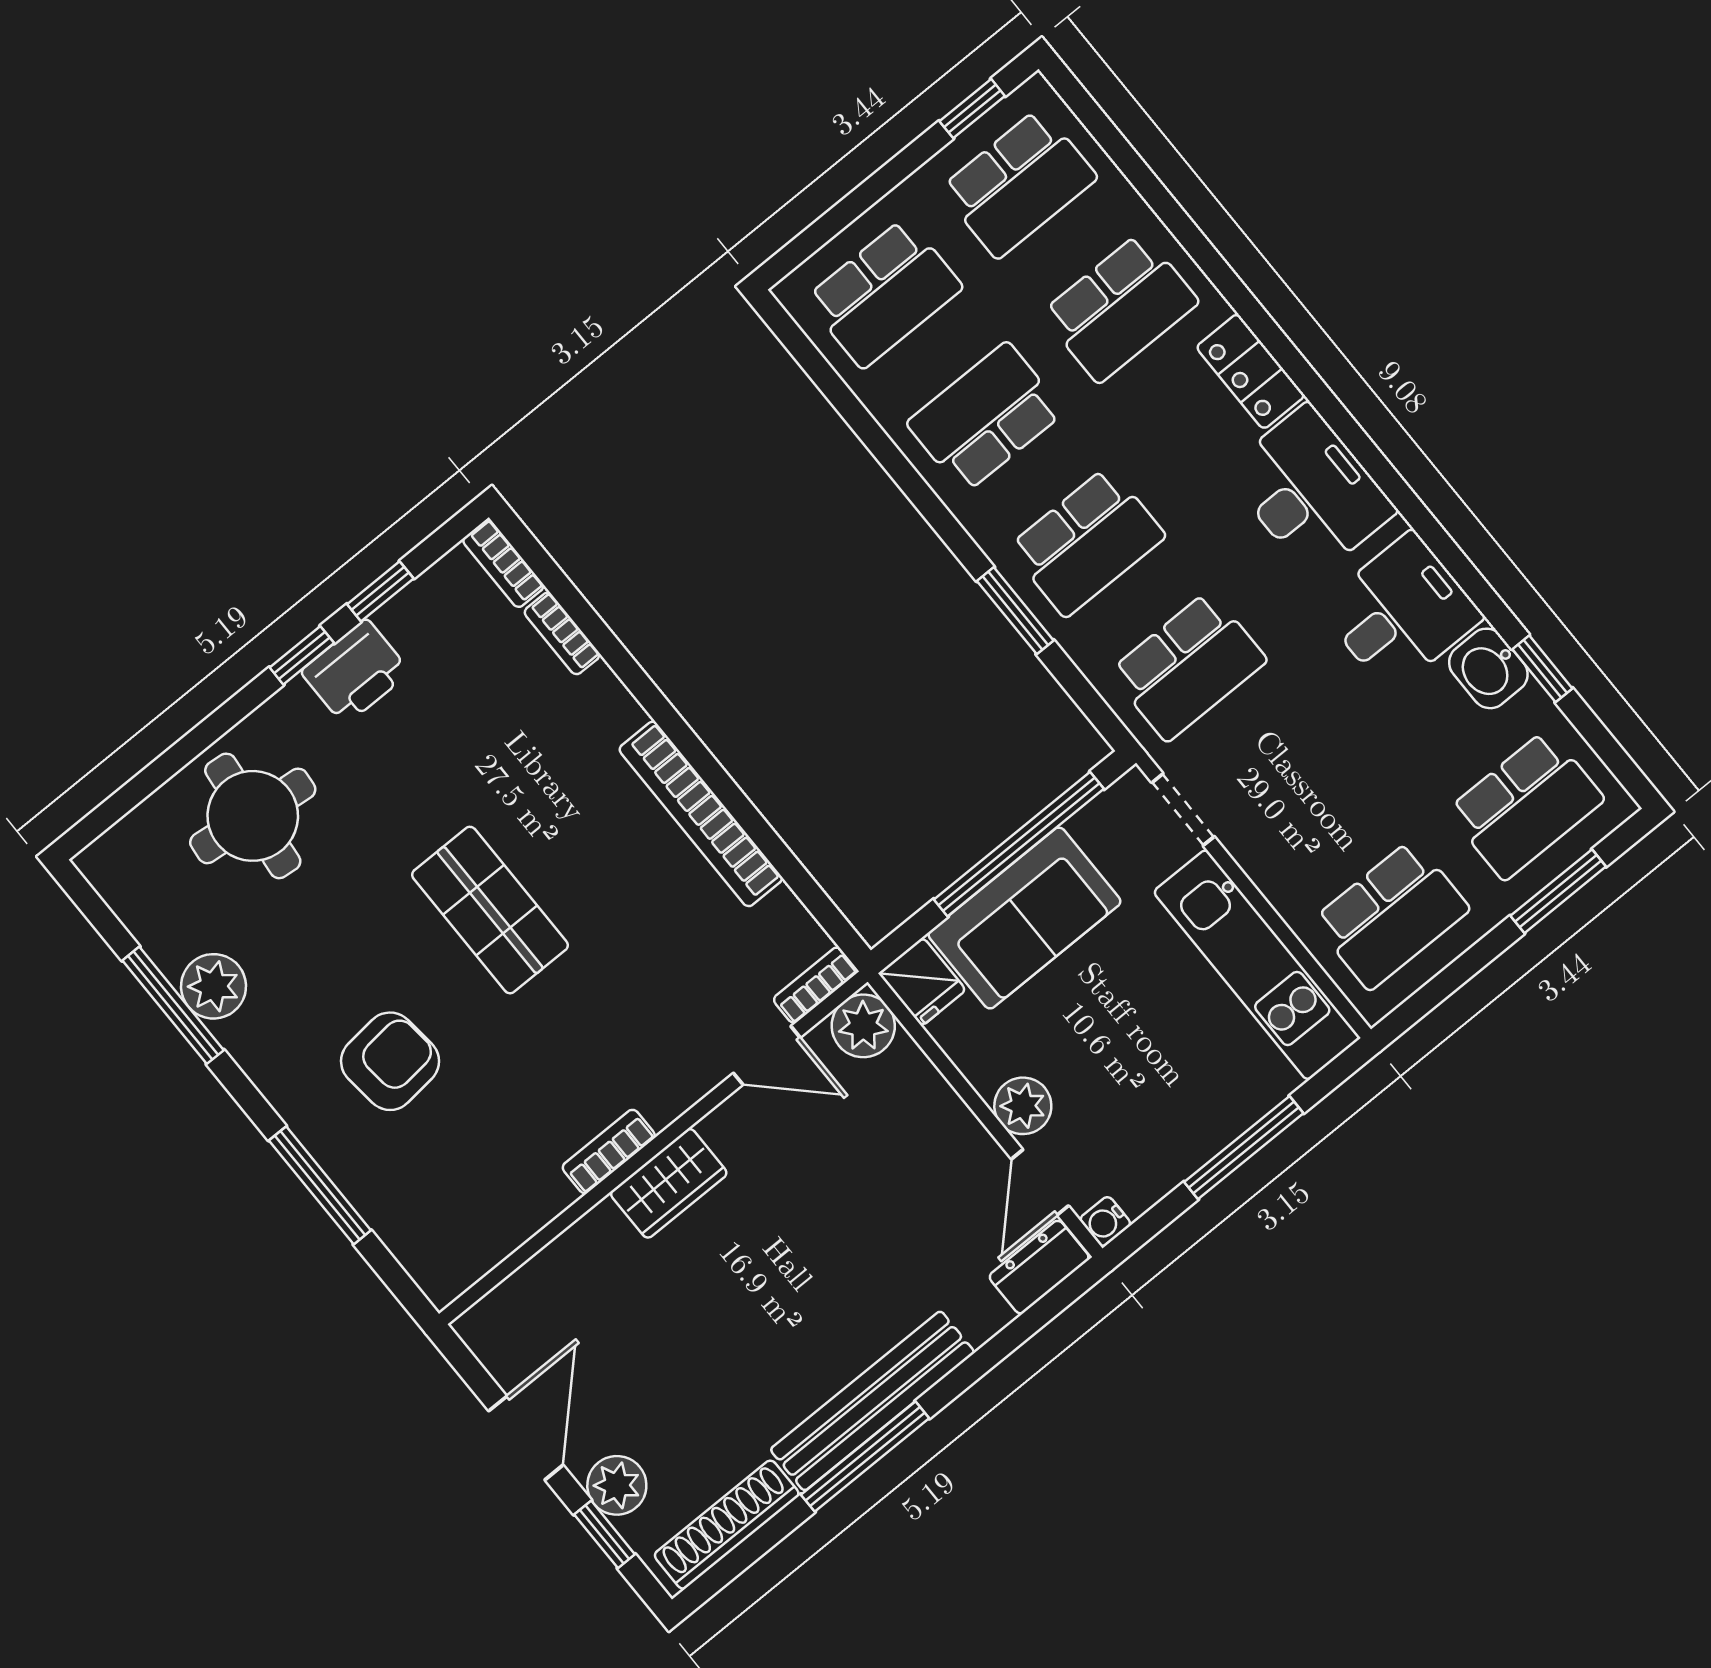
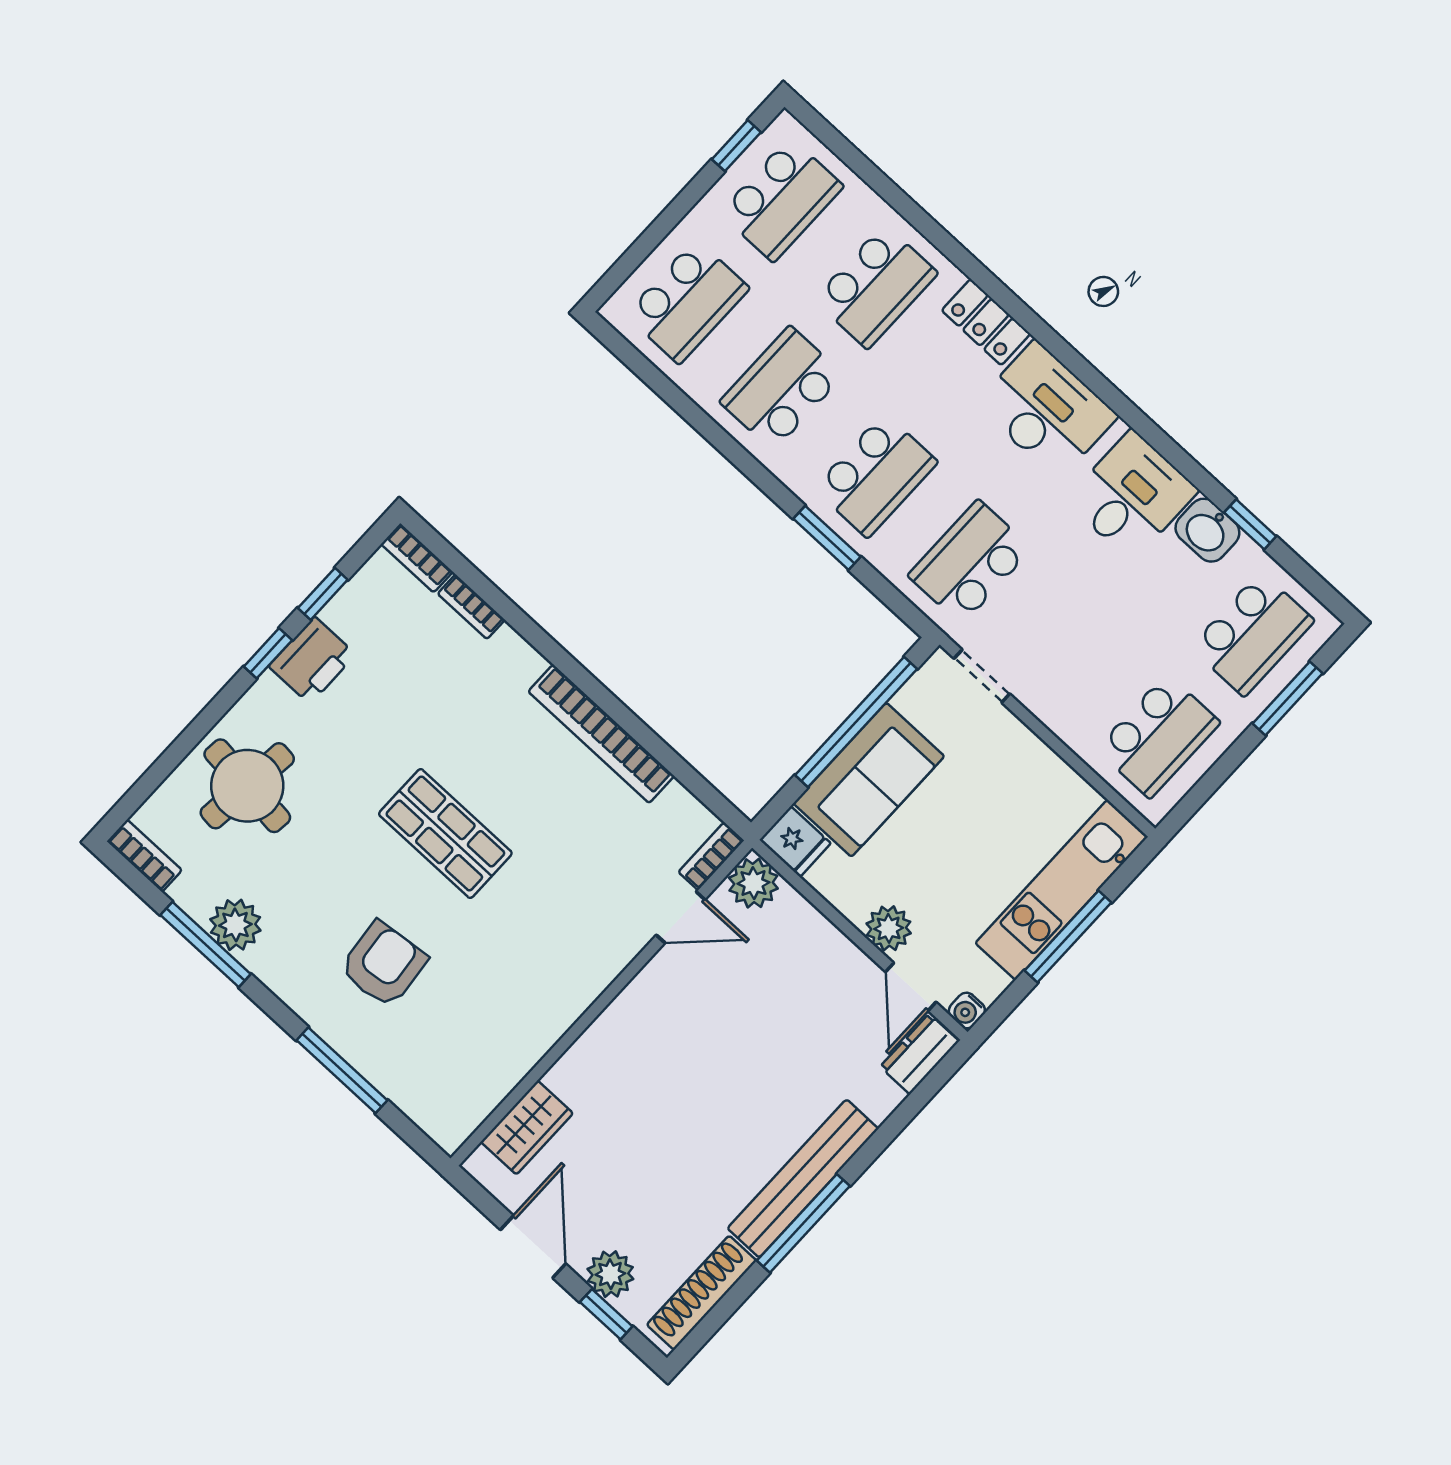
school desk: (1188, 666) -> (970, 562), turned 180
kitchen unit: (1257, 965) -> (1062, 890), moved, turned 90
bookcase: (609, 1151) -> (144, 856), moved, turned 90
wardrobe: (669, 1183) -> (527, 1127), moved

